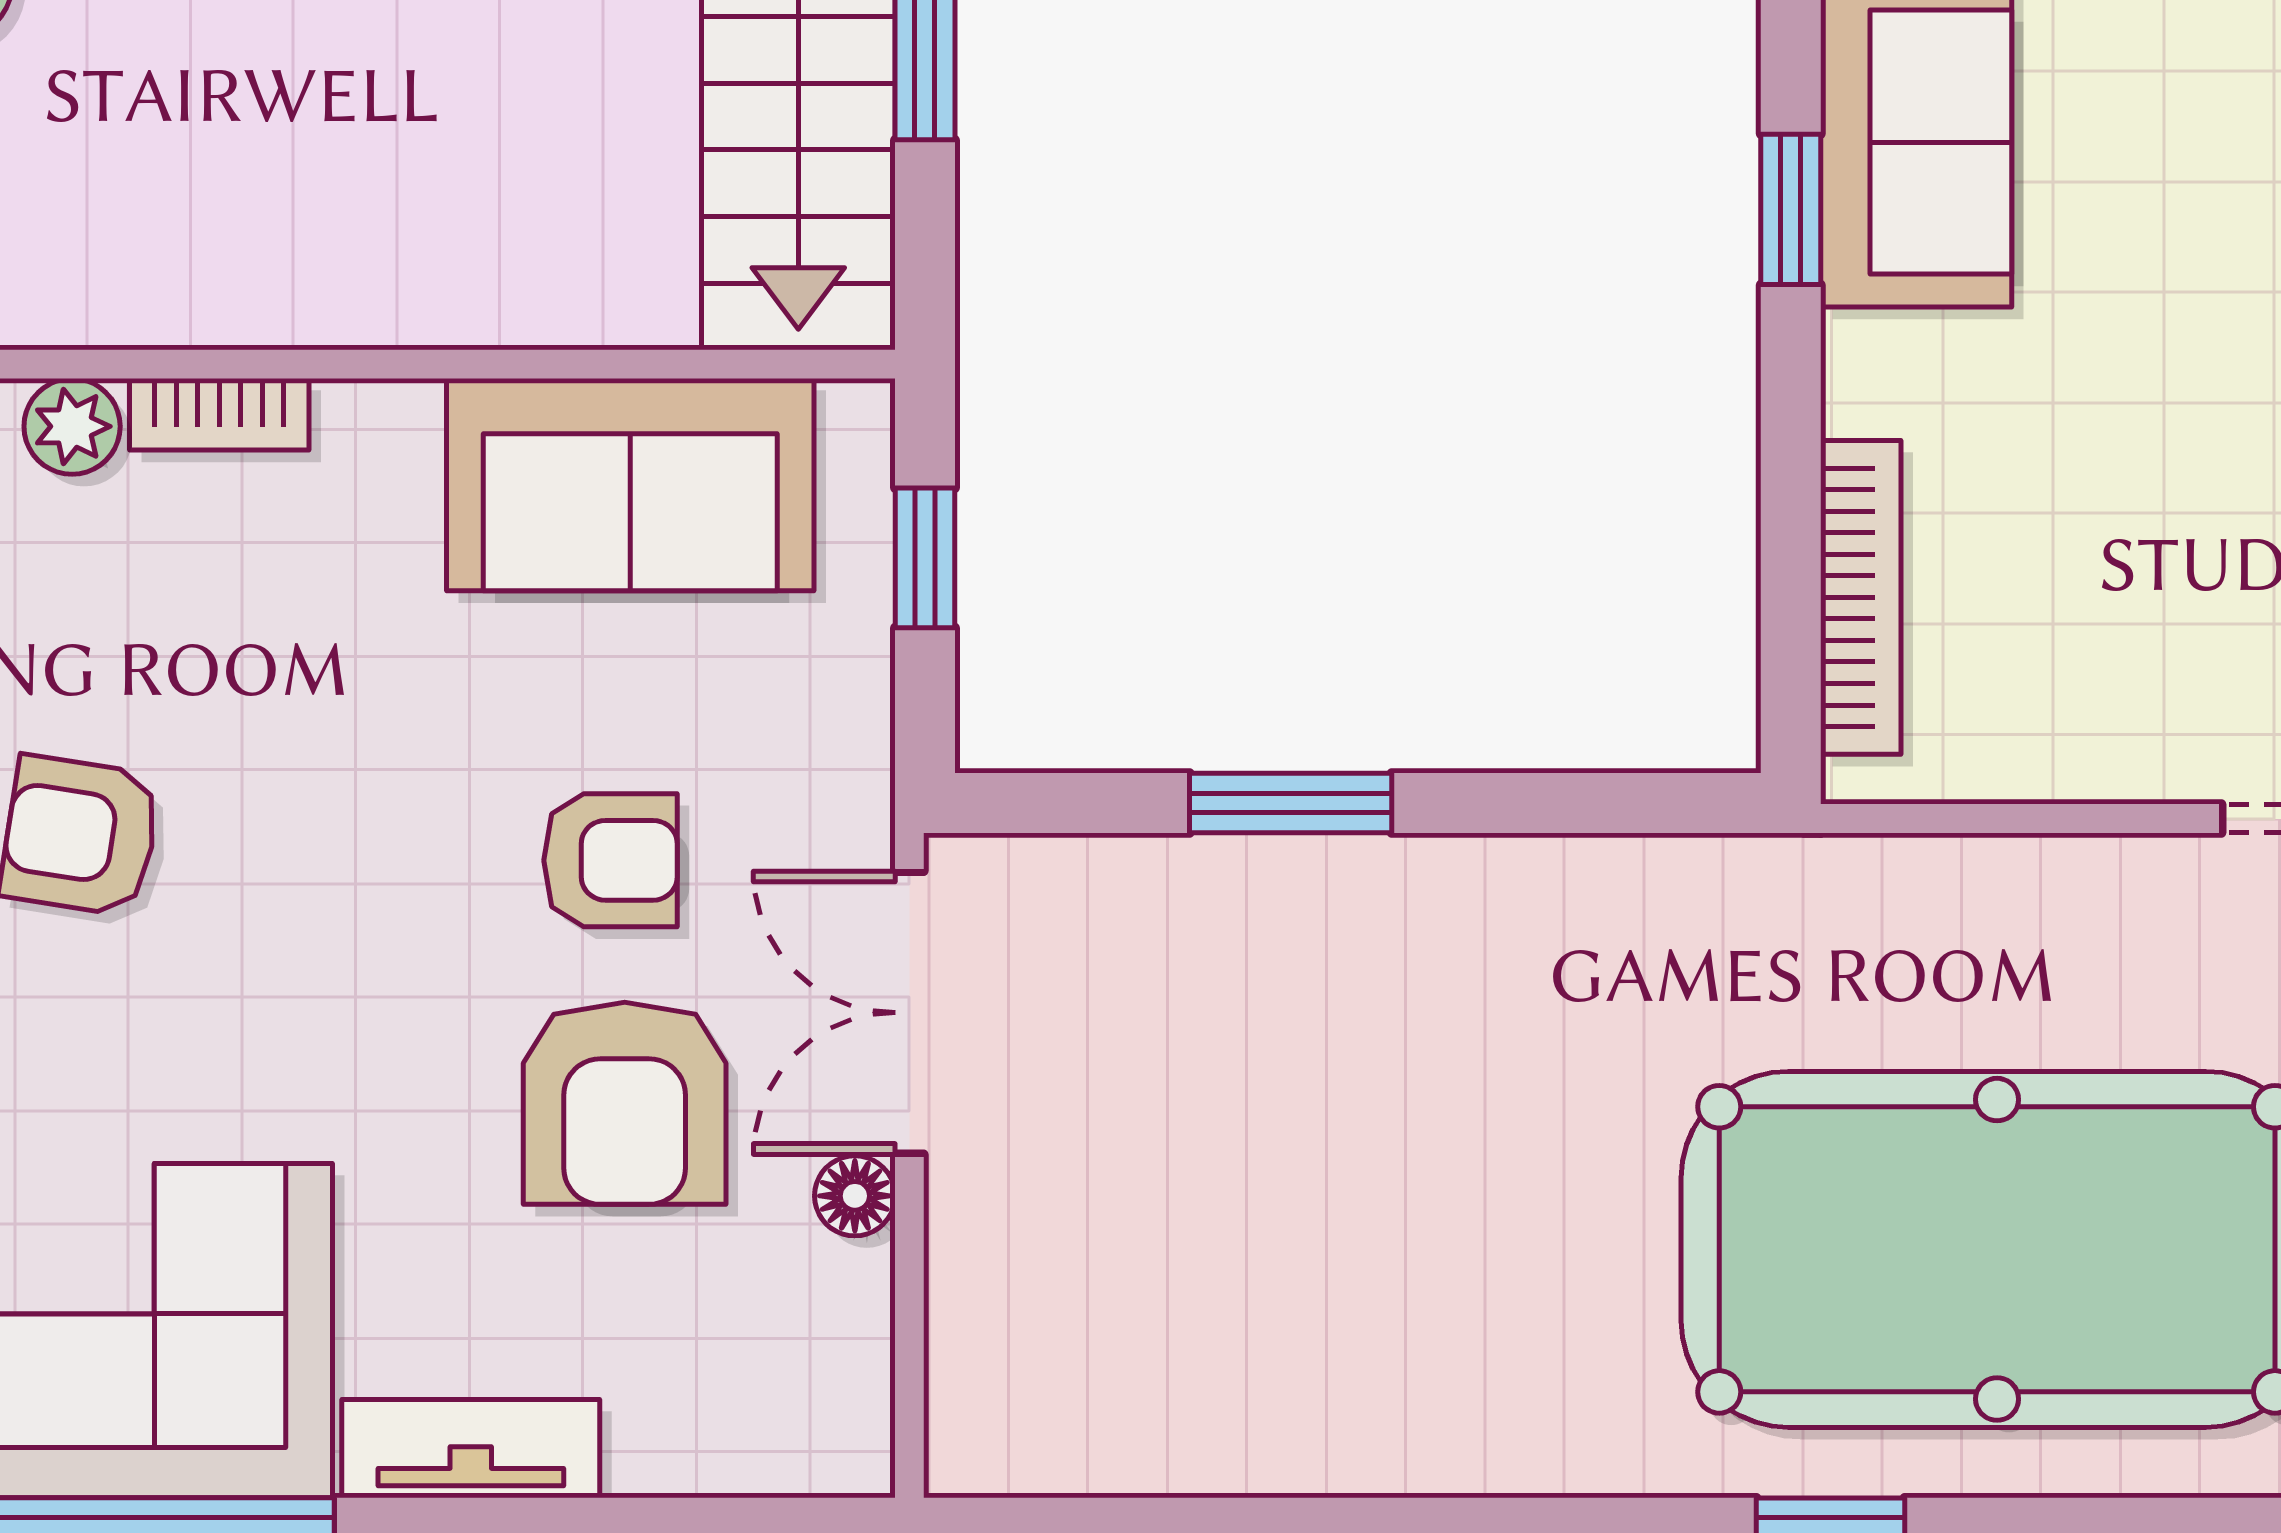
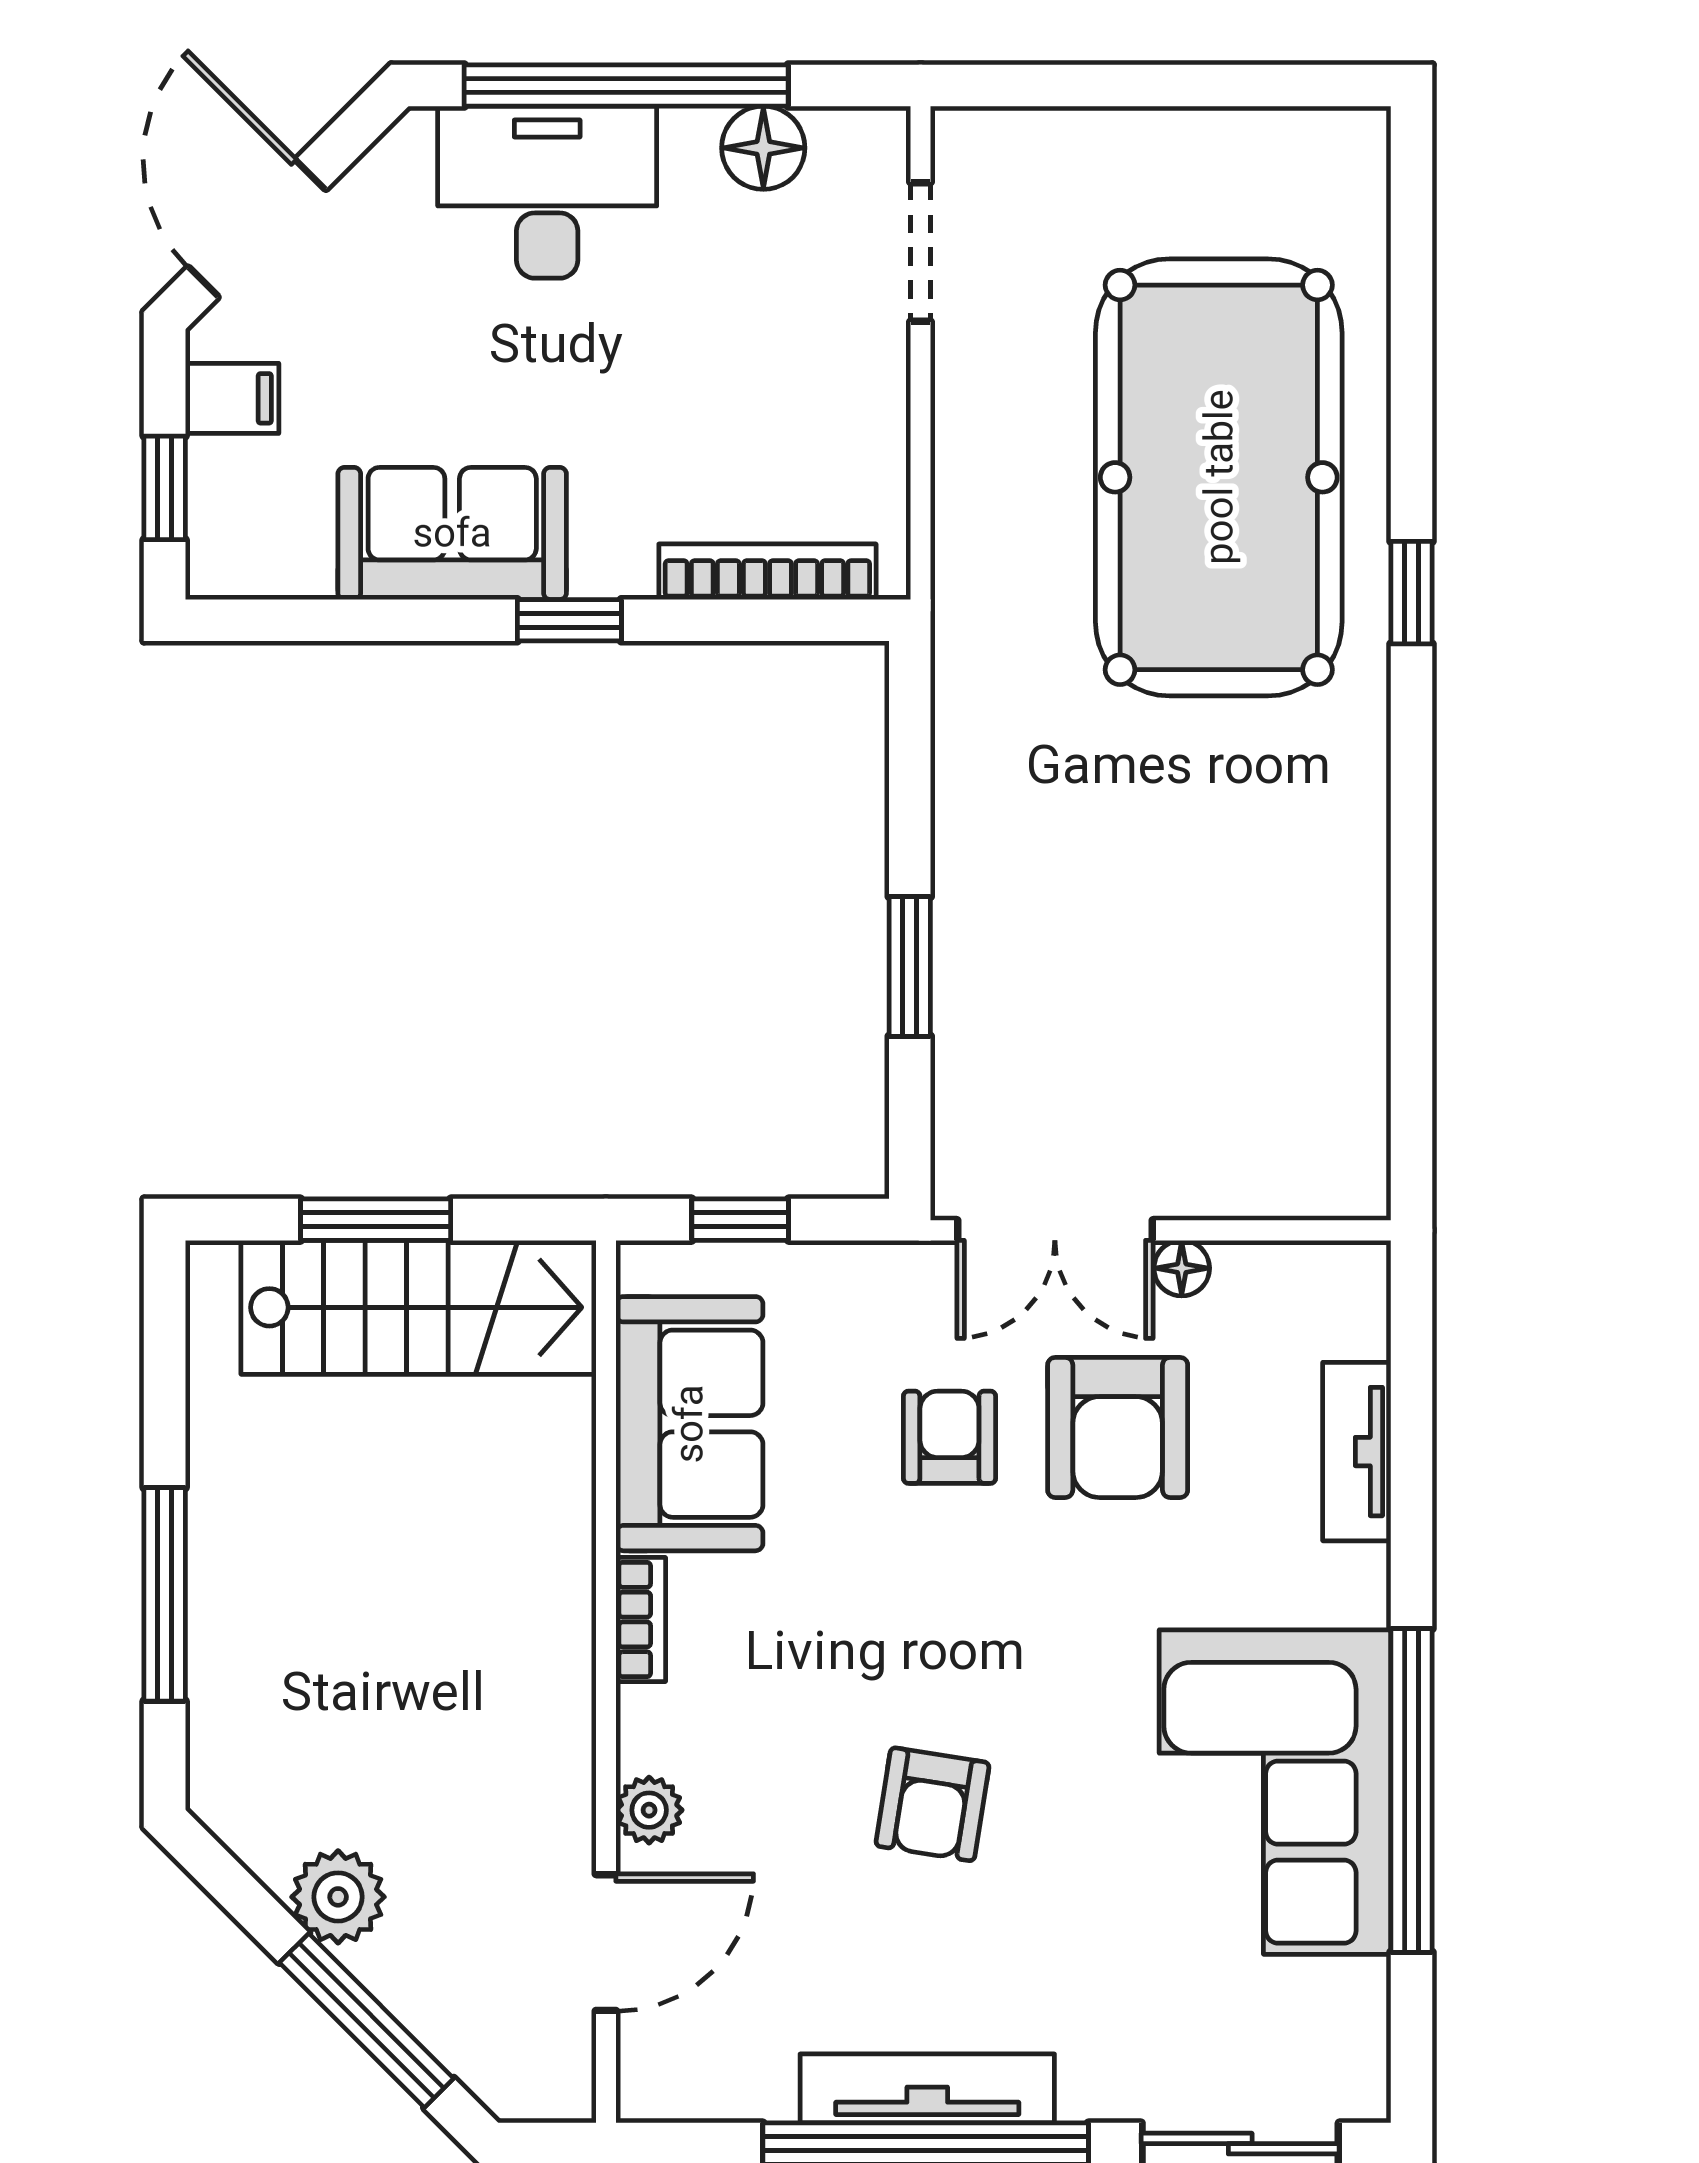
window: (1791, 209) -> (569, 620), moved
bookcase: (219, 414) -> (641, 1620), moved
armchair: (625, 1103) -> (1118, 1427), turned 90
tv unit: (471, 1449) -> (1357, 1452), moved

